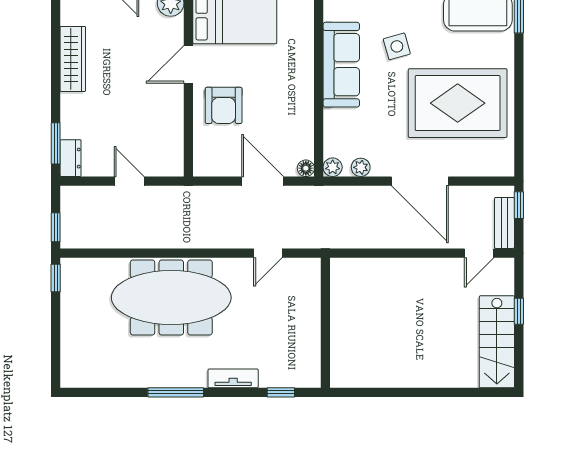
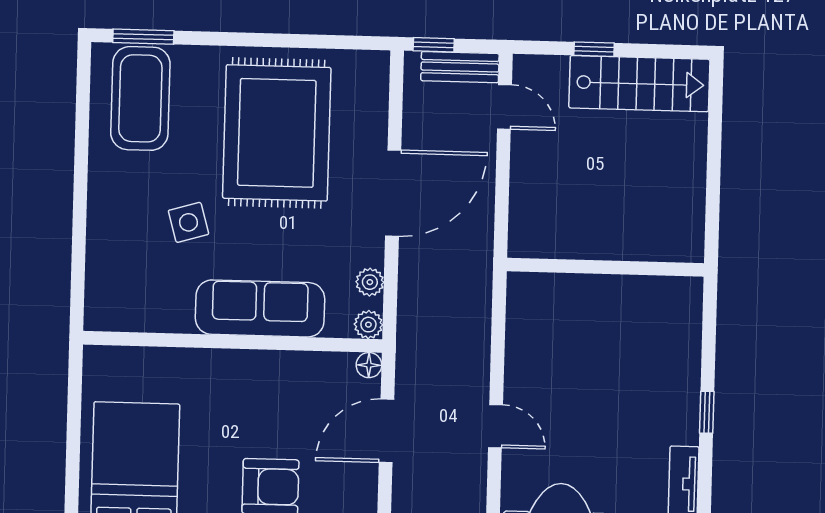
sofa: (341, 65) -> (260, 308), moved
wall: (325, 323) -> (605, 267), moved

